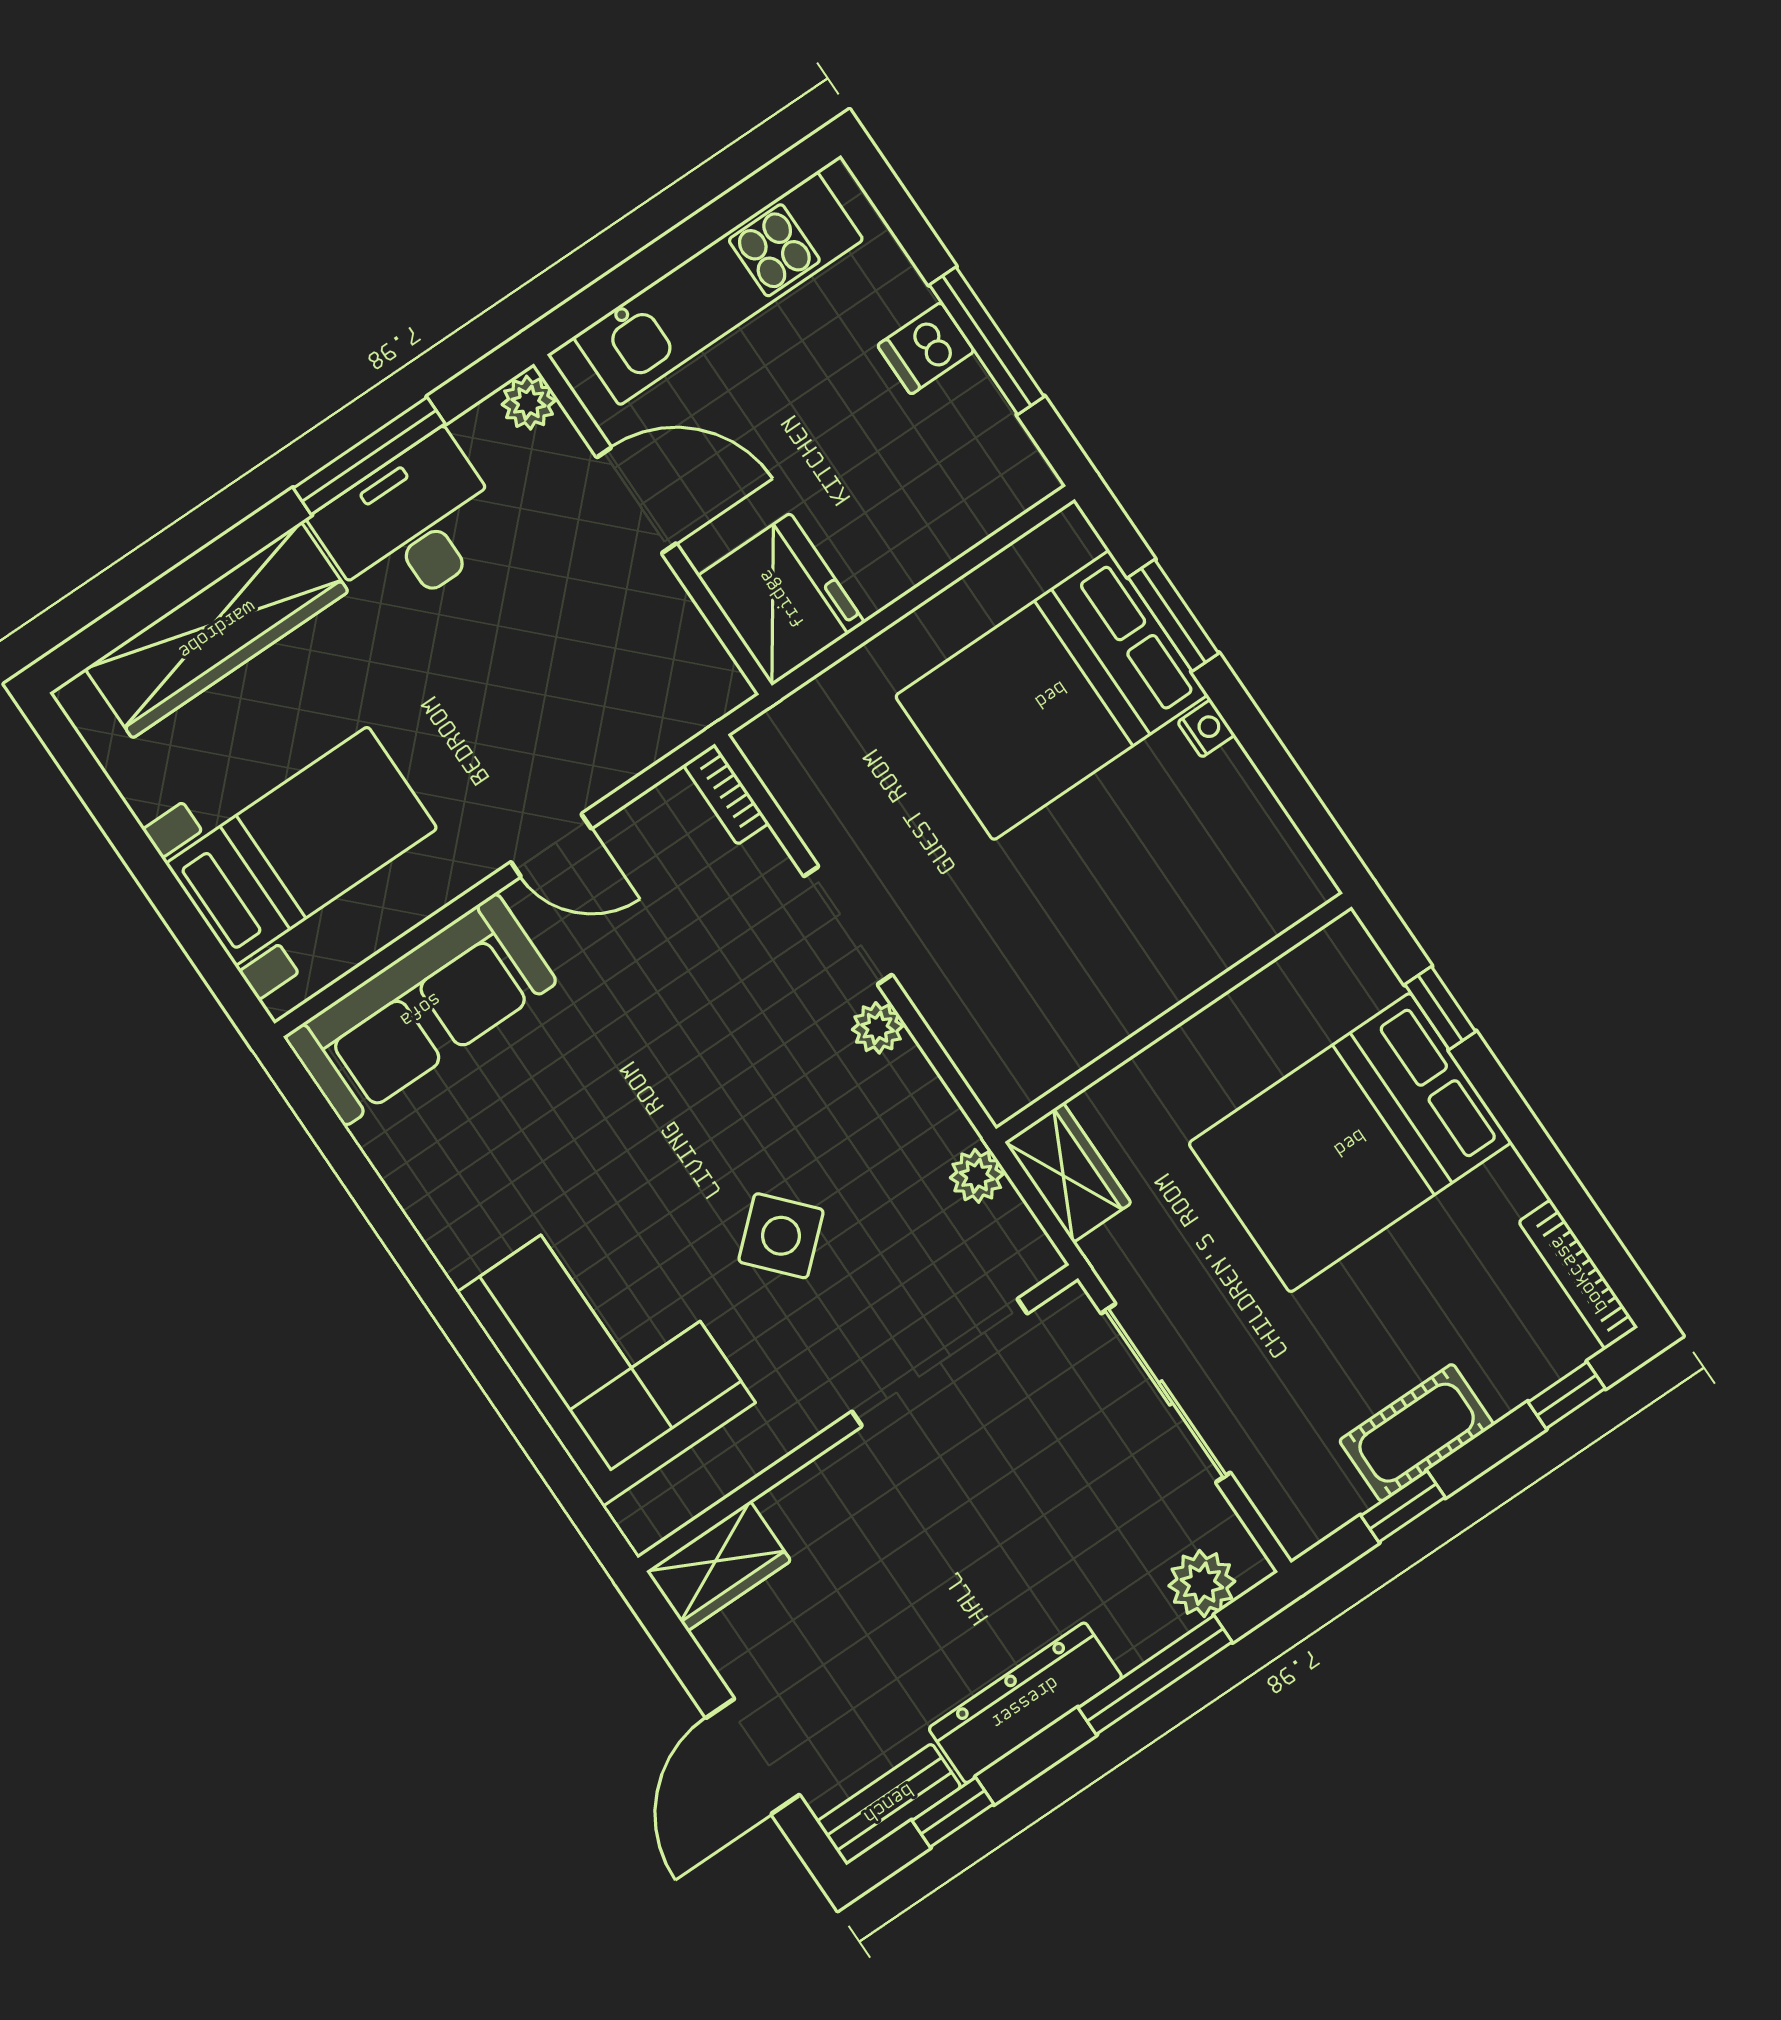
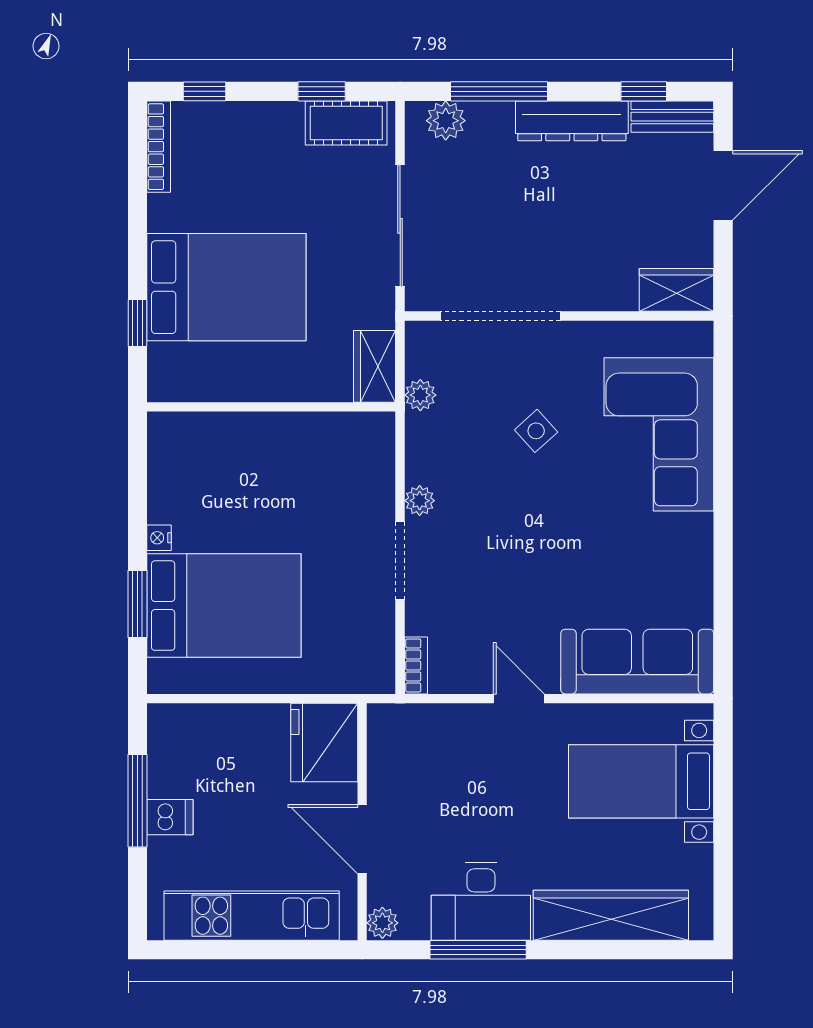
side table: (781, 1236) -> (536, 431), width x0.73, depth x0.73
cot: (1417, 1433) -> (346, 123), moved

